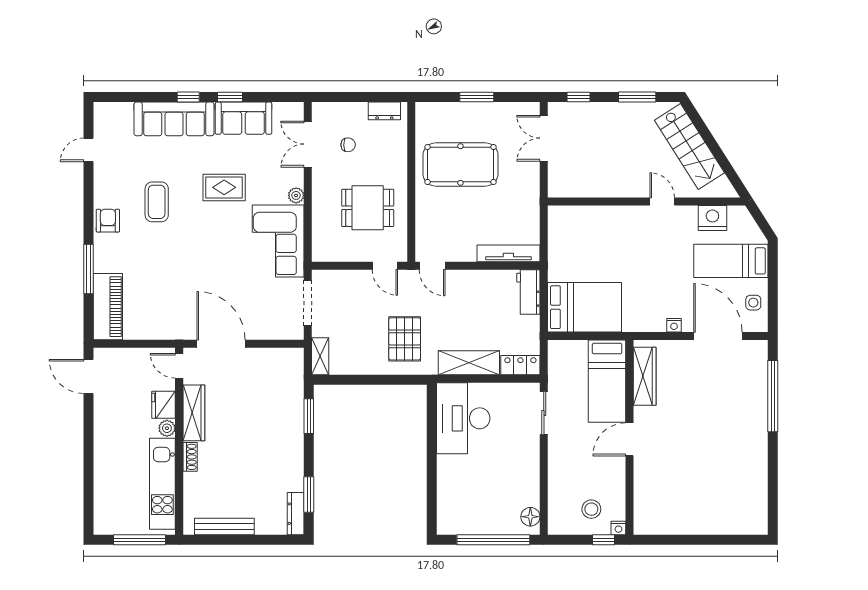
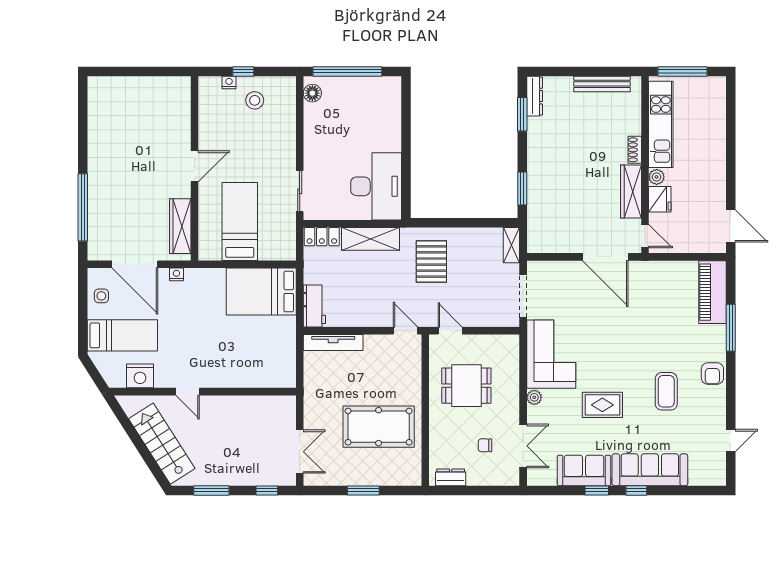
wardrobe: (645, 376) -> (180, 226), moved
wall: (630, 437) -> (195, 168), moved
door: (630, 439) -> (195, 166), moved

